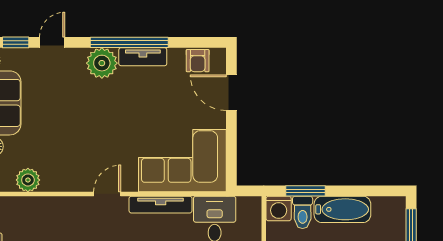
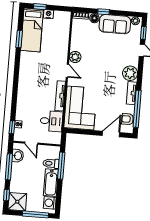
window: (129, 42) -> (137, 109), moved
plant: (28, 180) -> (75, 57), moved
window: (305, 191) -> (61, 166), width x1.44
washing machine: (279, 208) -> (50, 203), moved

